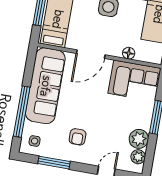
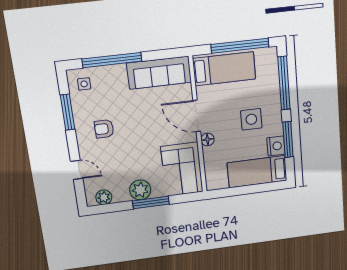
floor lamp: (129, 53) -> (207, 139), moved
sofa: (45, 86) -> (159, 73), width x0.74, depth x0.79
plant: (139, 139) -> (140, 190), moved

